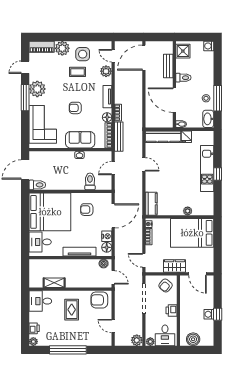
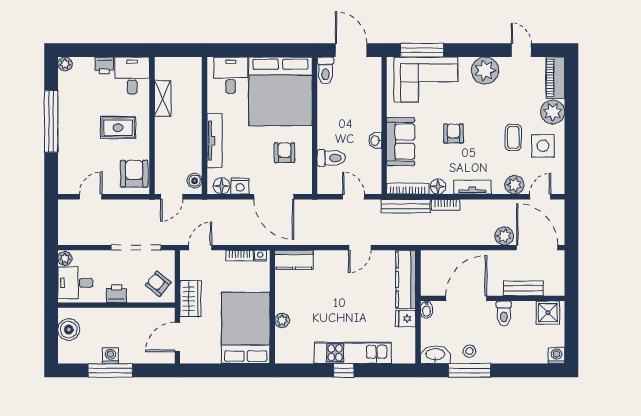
window: (25, 98) -> (422, 50), moved
window: (218, 314) -> (110, 370), width x2.17
printer: (34, 328) -> (104, 65), moved
plant: (137, 340) -> (504, 236), moved

